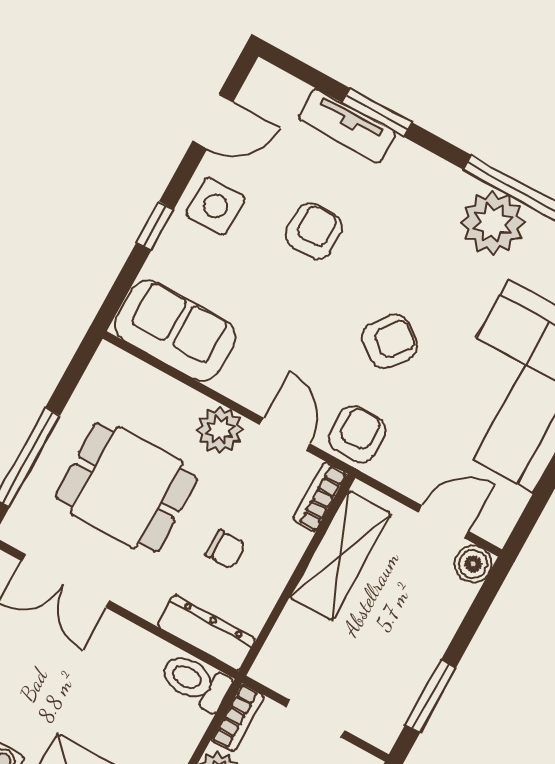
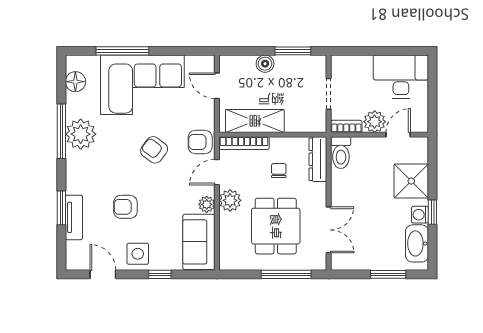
plant: (236, 383) -> (207, 204), added
bookcase: (320, 497) -> (244, 143), width x1.56
boiler: (473, 564) -> (265, 64), moved

